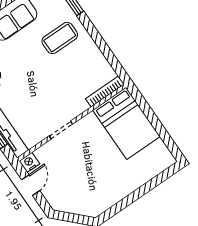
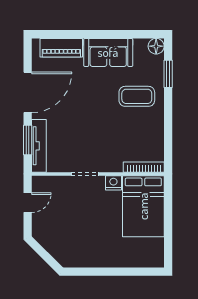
nightstand: (29, 162) -> (113, 183), moved

